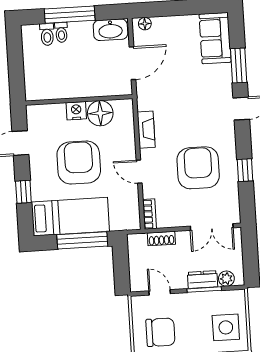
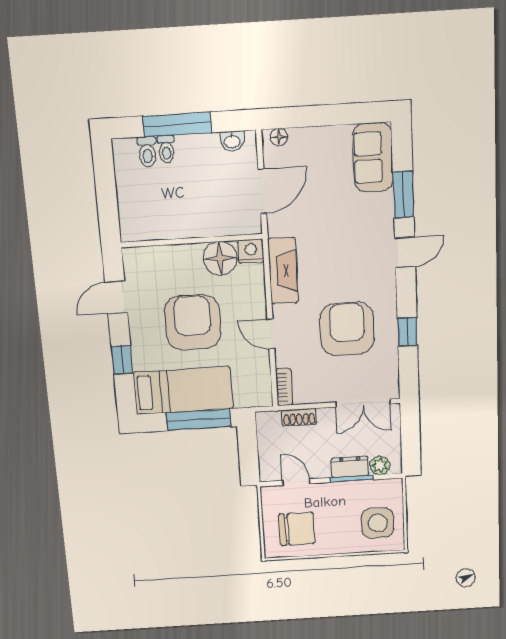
washbasin: (110, 30) -> (232, 141), width x0.52, depth x0.69
nightstand: (76, 111) -> (251, 251), moved
fireplace: (146, 130) -> (283, 271), width x1.37, depth x1.32

